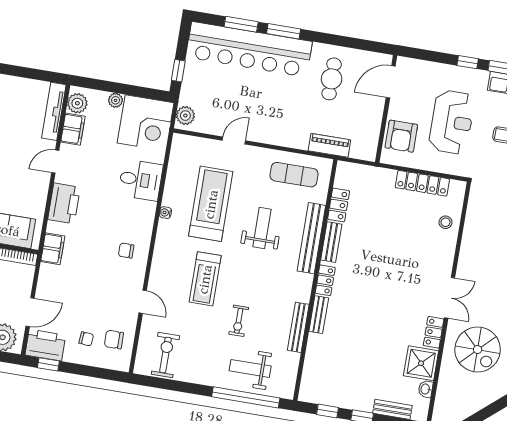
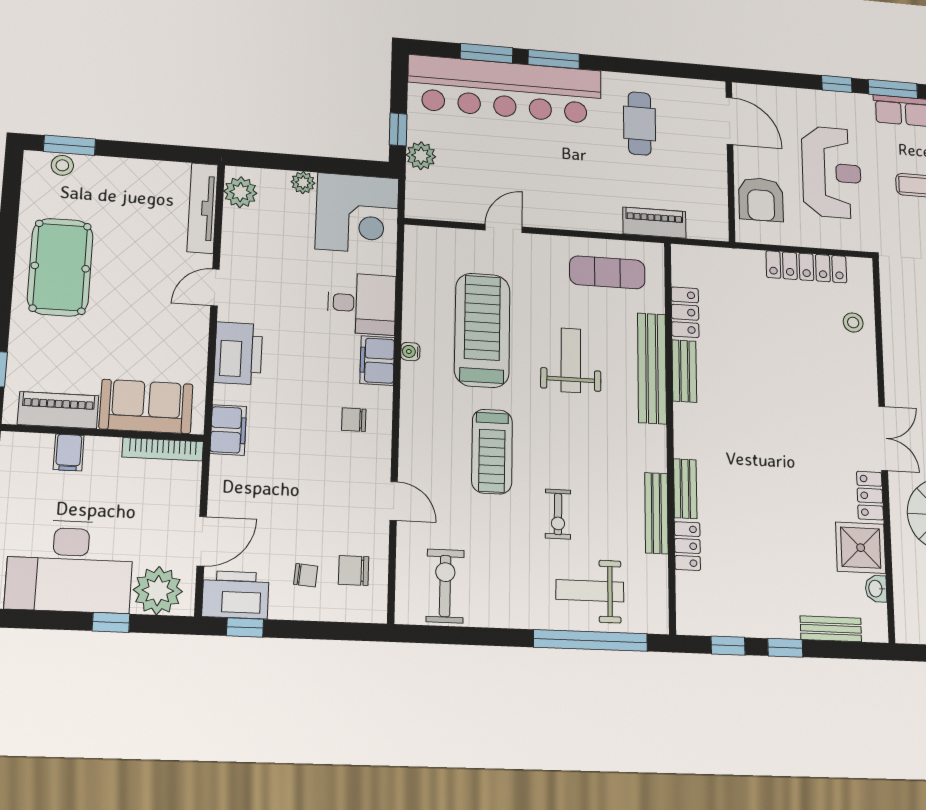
door: (391, 82) -> (729, 121), swing flipped
plant: (185, 116) -> (421, 156), moved
filing cabinet: (73, 129) -> (377, 361), moved, turned 180
locker: (325, 280) -> (687, 546), moved

